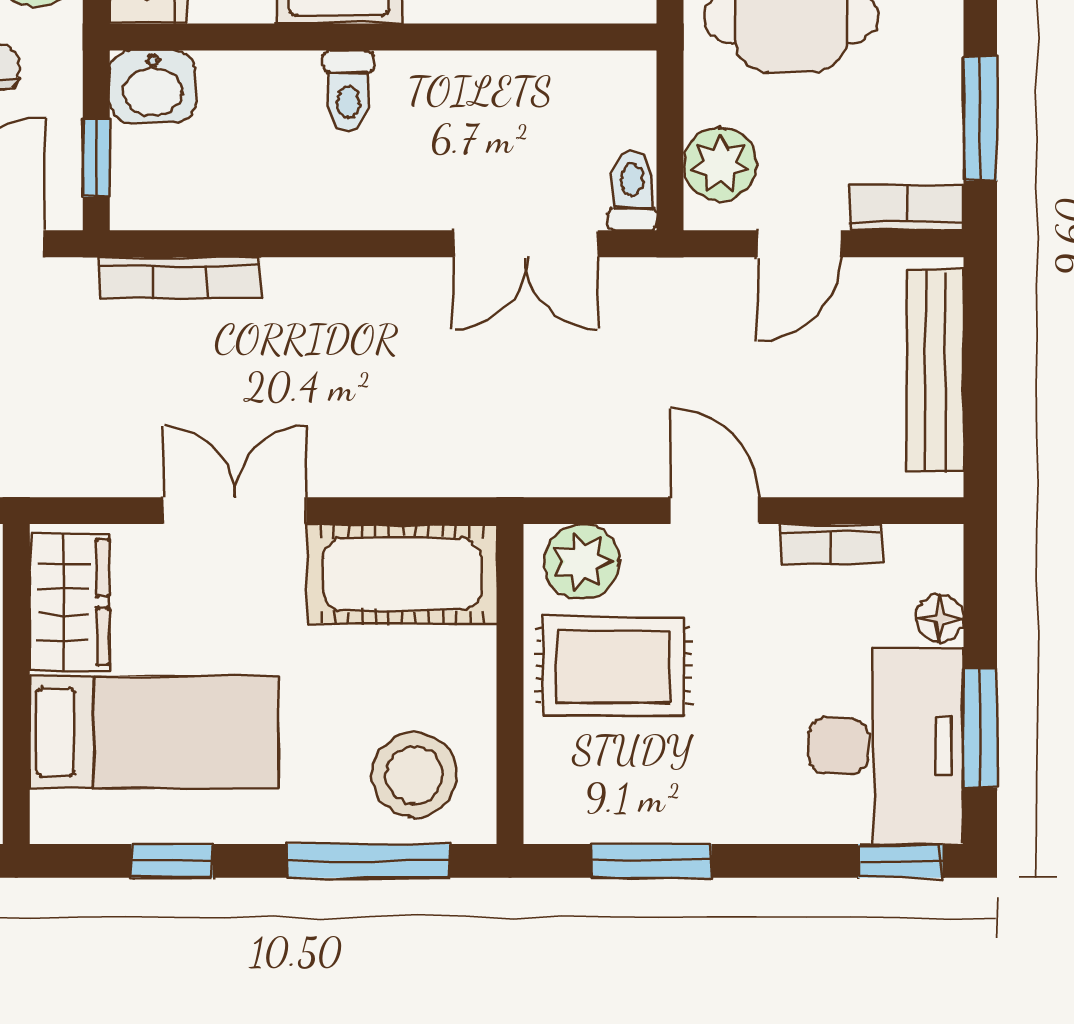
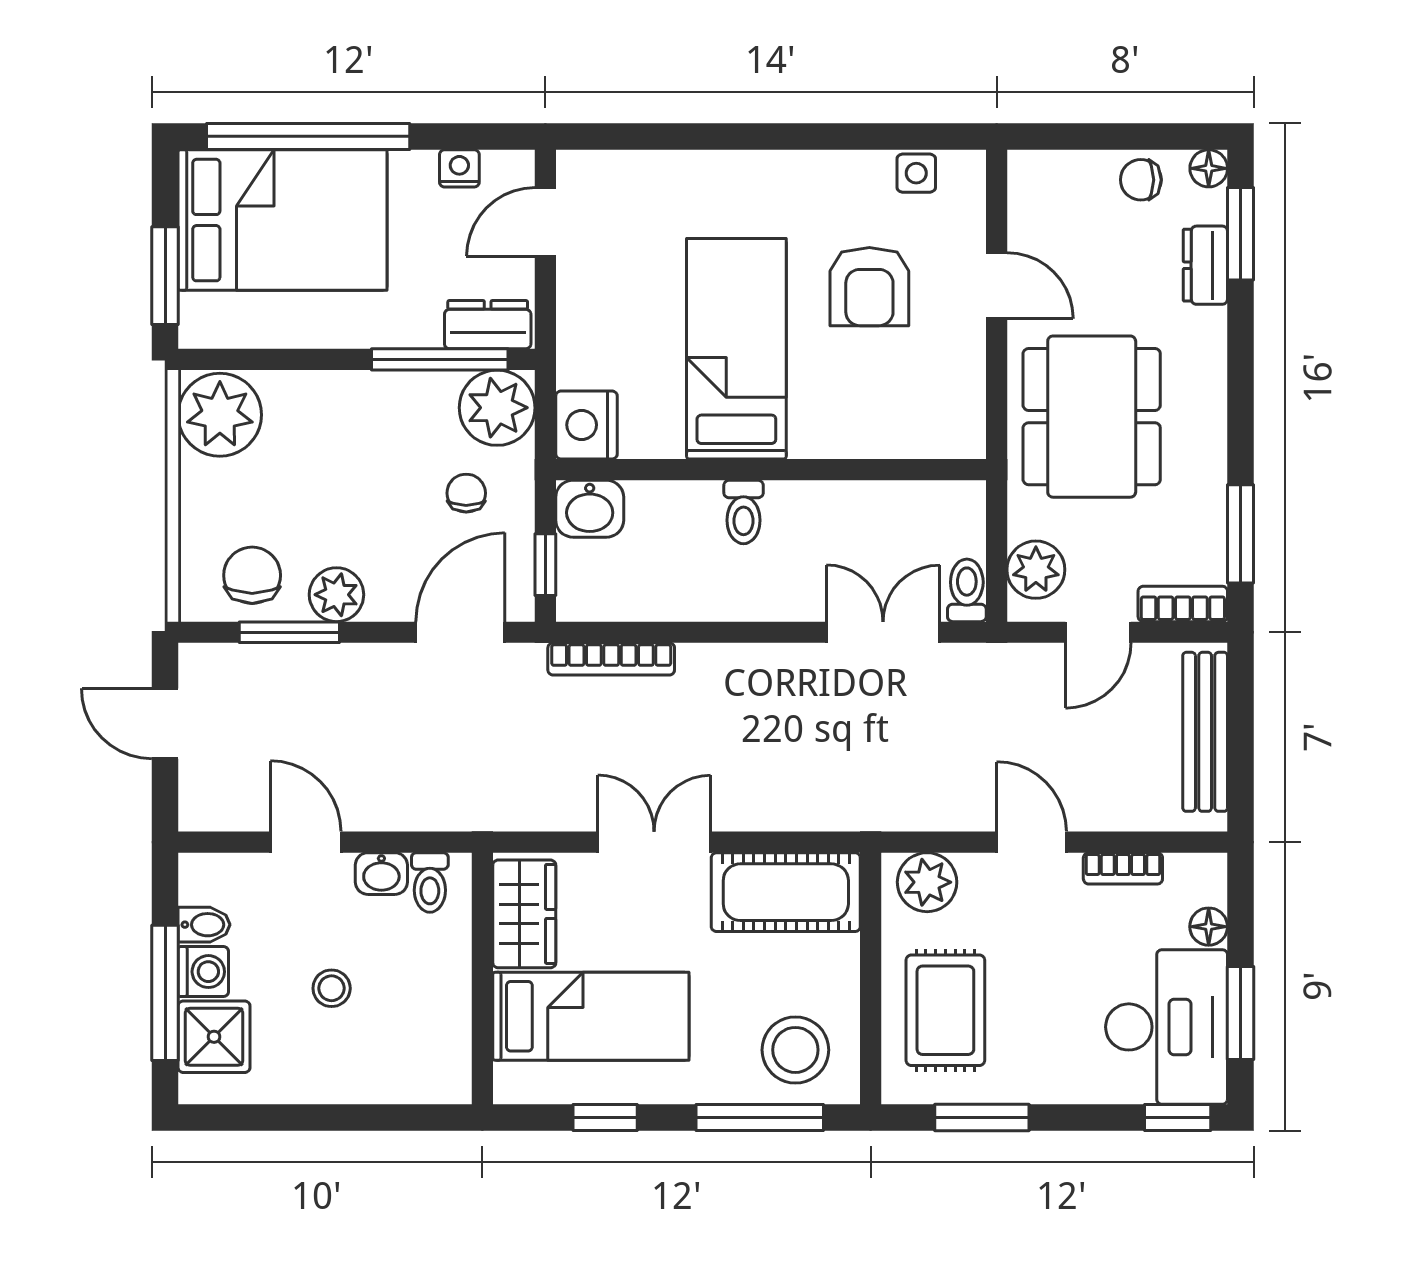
double door: (526, 244) -> (883, 632), swing flipped
rug: (613, 666) -> (945, 1010), moved, turned 90

